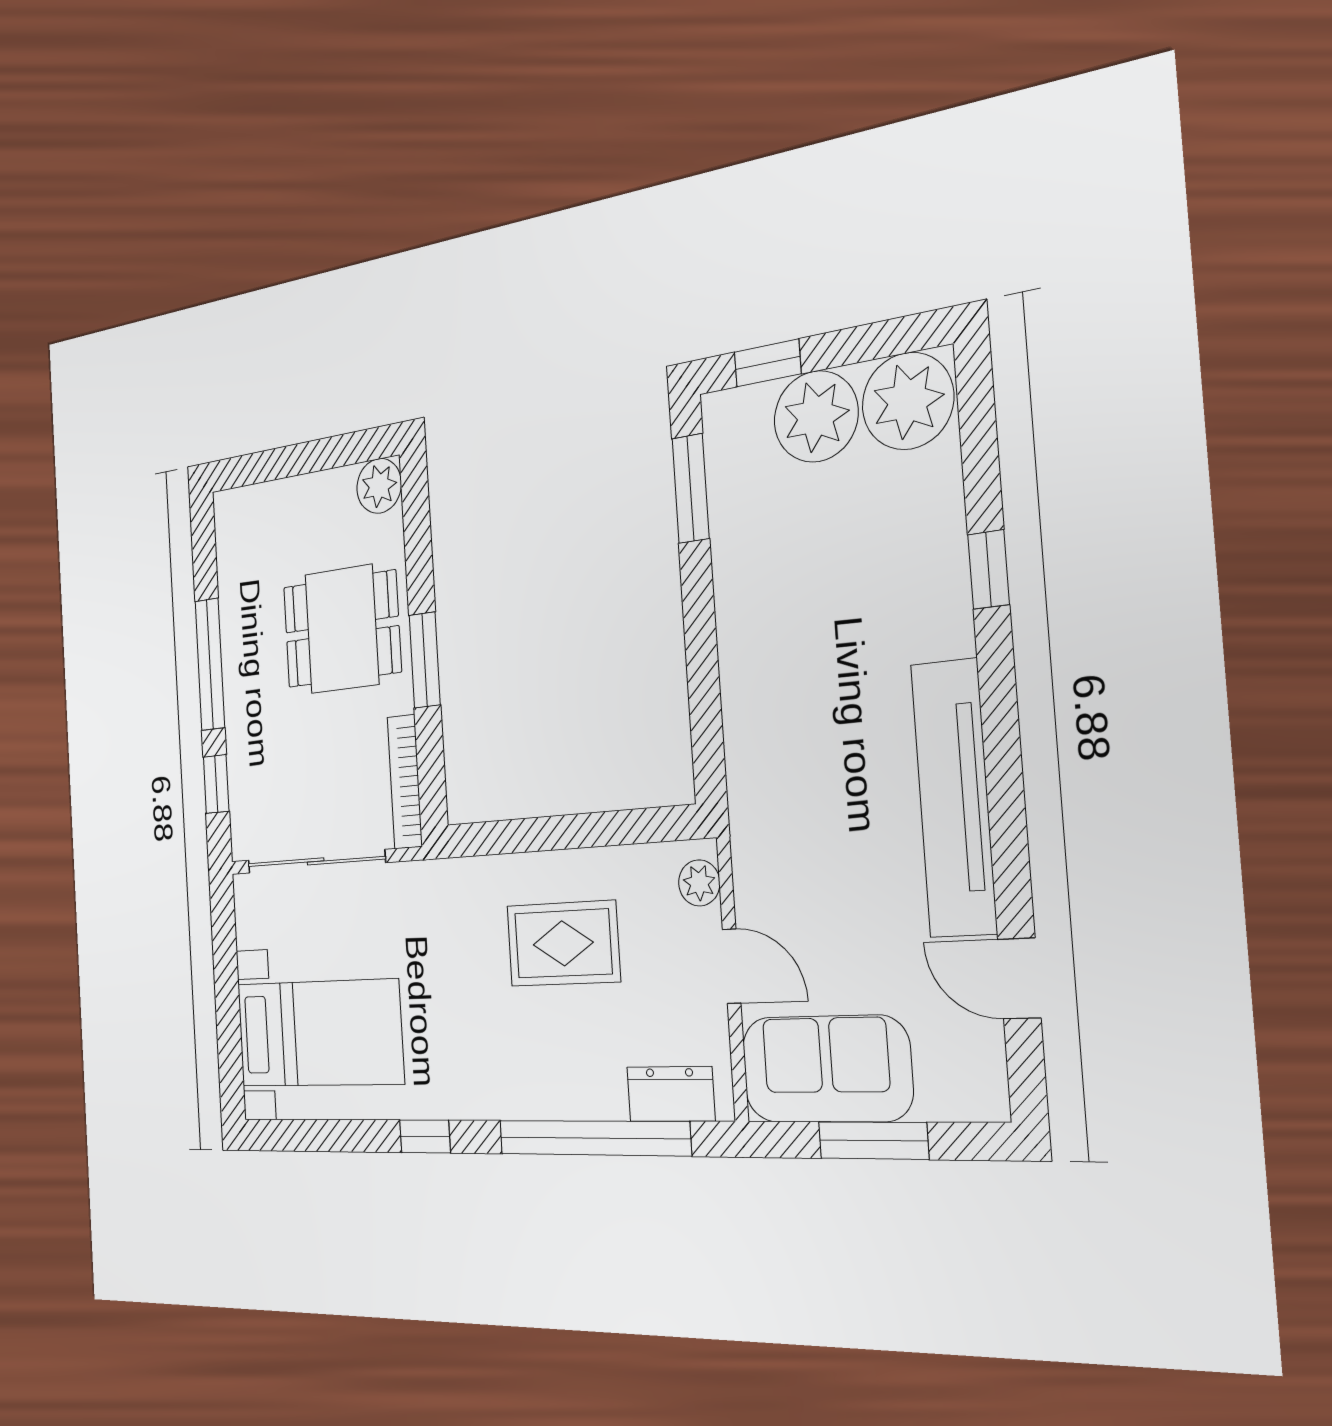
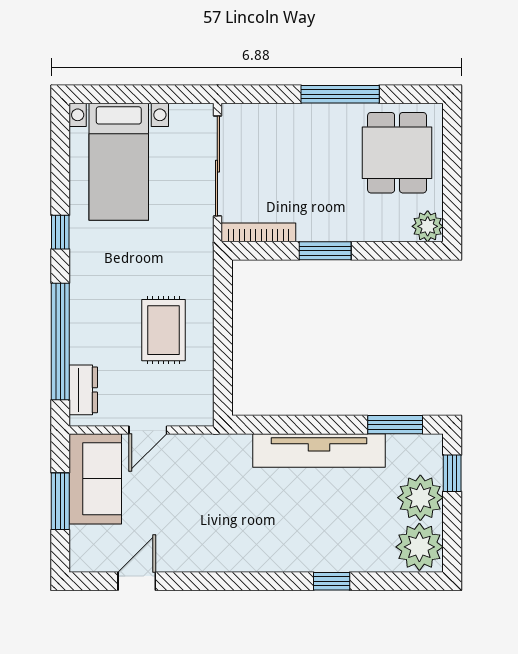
dining table: (342, 629) -> (397, 153), moved
window: (216, 784) -> (268, 94), removed
tv unit: (954, 798) -> (319, 451), moved, turned 180
plant: (699, 883) -> (191, 415), removed

